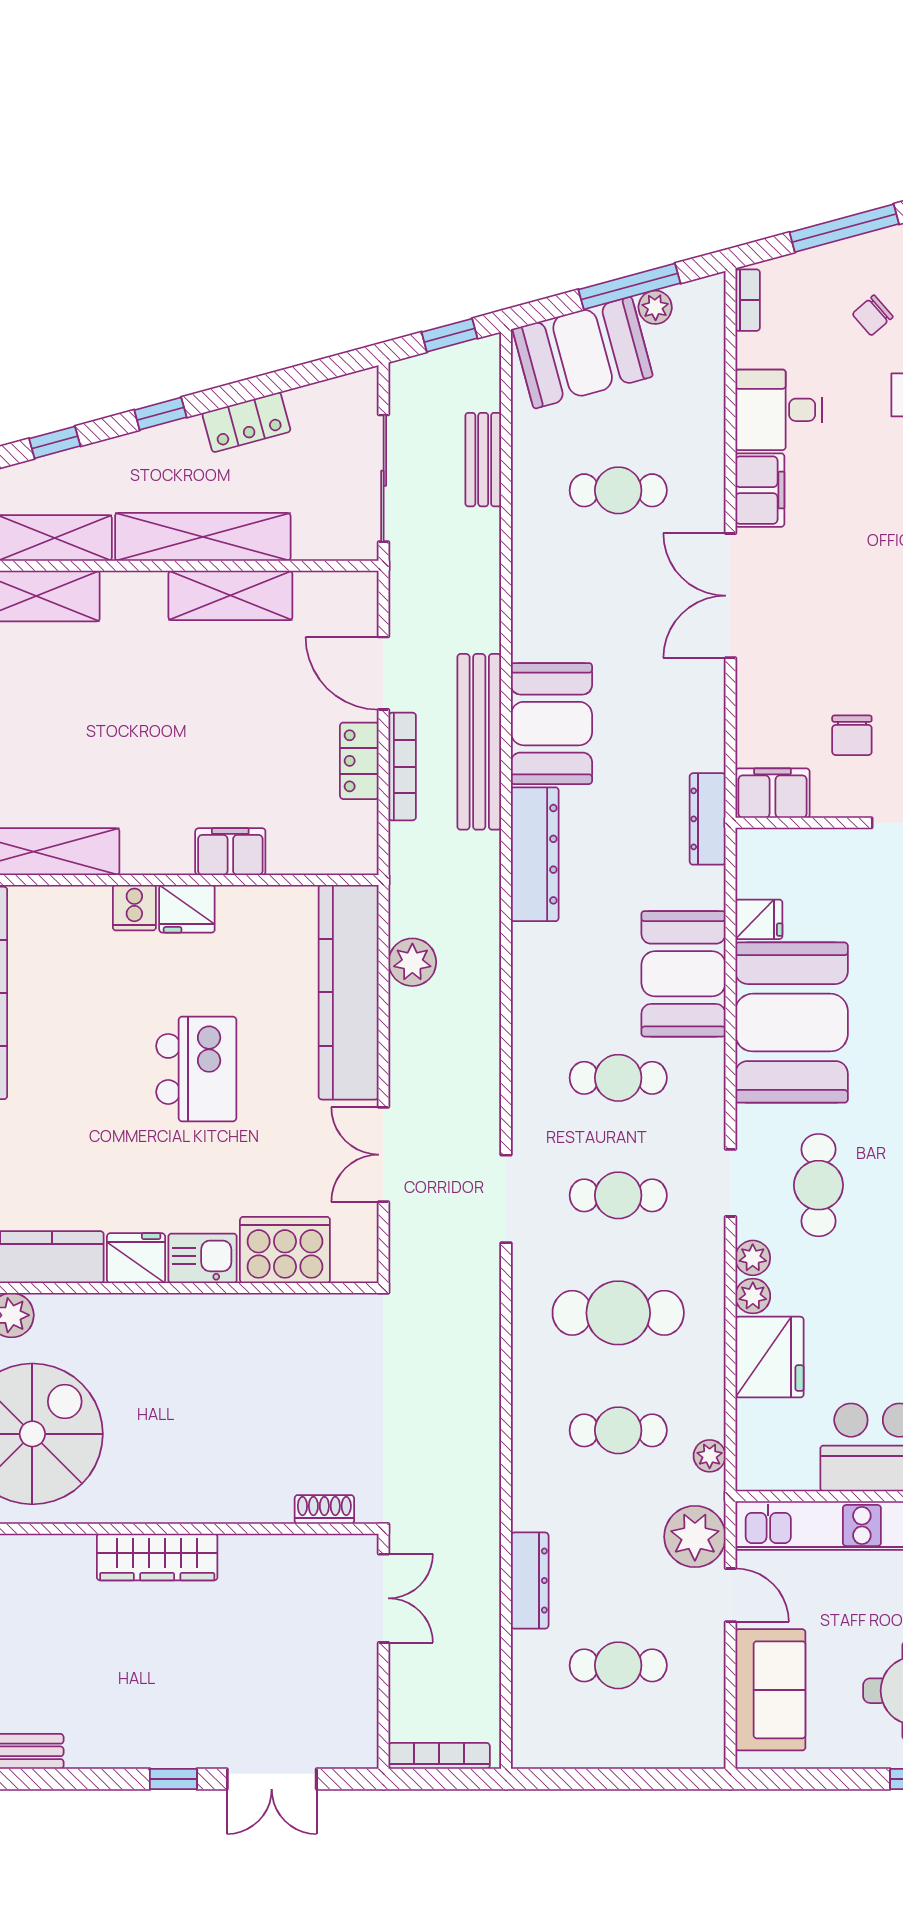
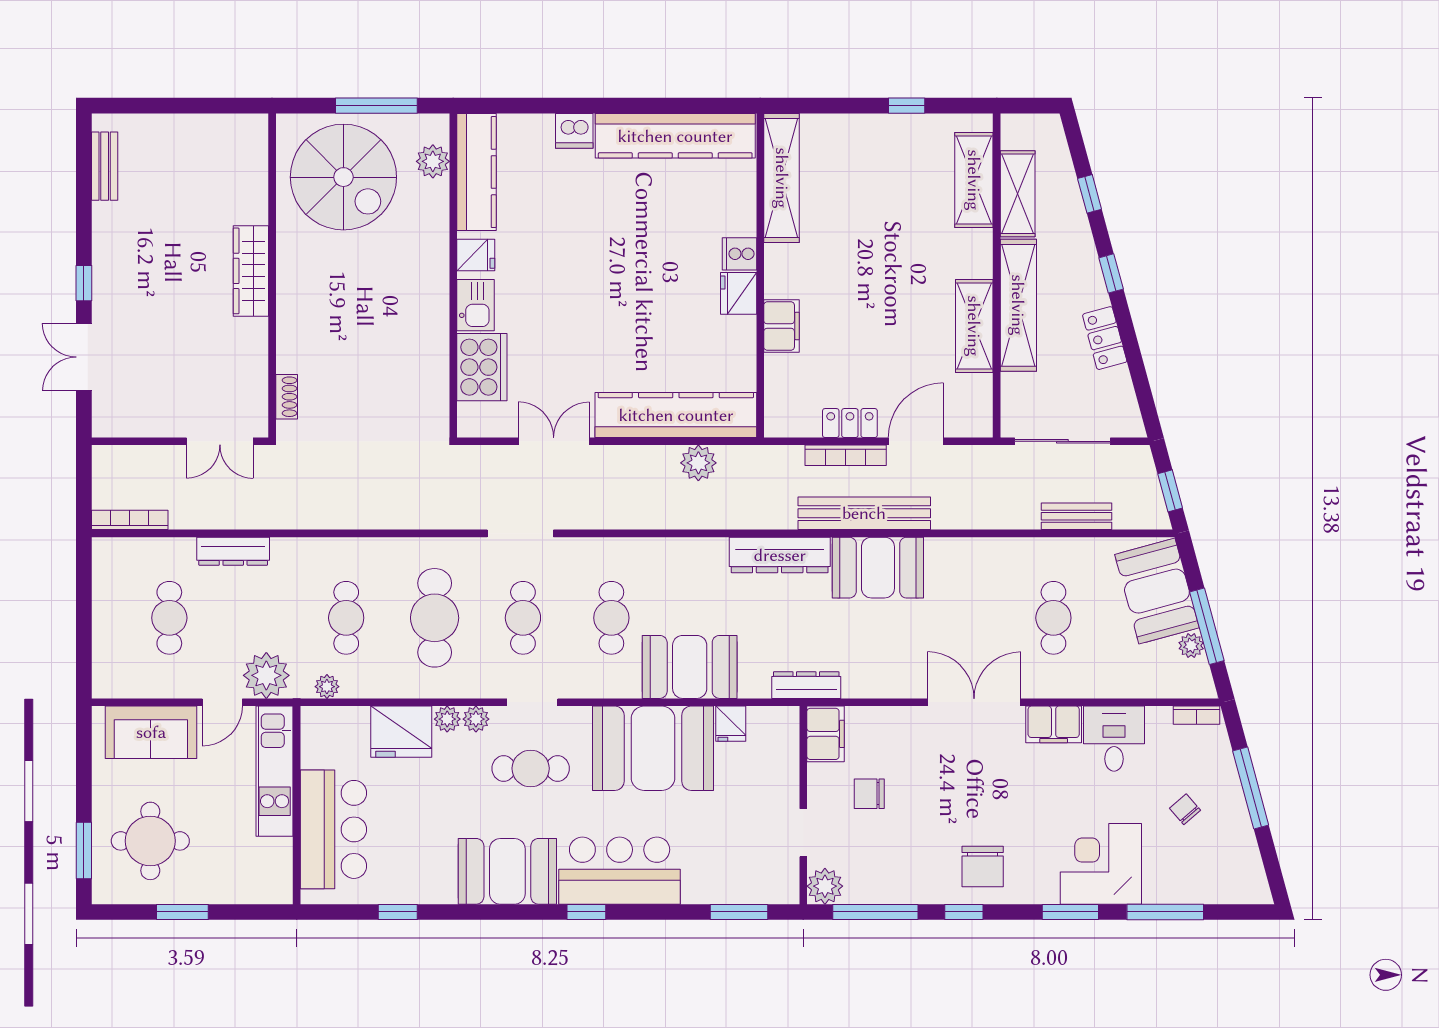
kitchen island: (196, 1069) -> (618, 300), removed
fridge: (136, 1258) -> (476, 255), width x0.72
bookcase: (439, 1756) -> (130, 520), moved, turned -90

